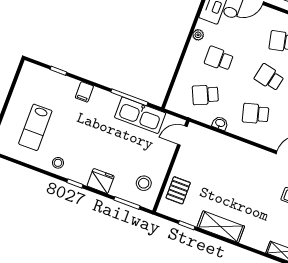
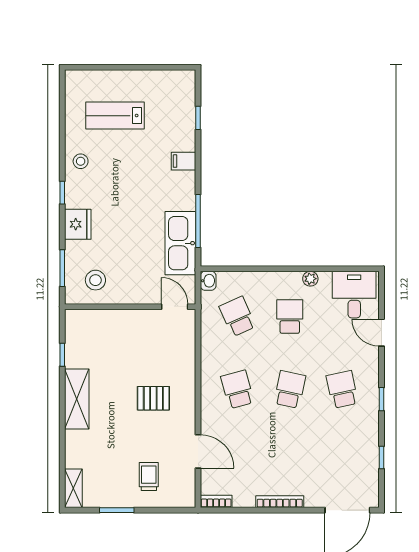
washbasin: (220, 123) -> (208, 281), moved
pallet: (178, 190) -> (153, 398), moved

